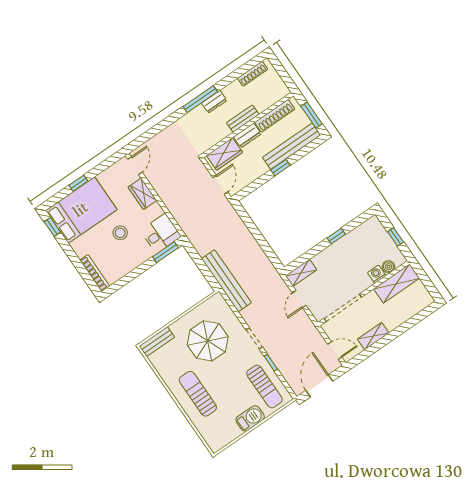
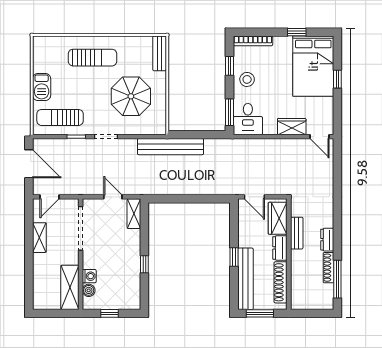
shoe rack: (253, 74) -> (328, 268), moved
window: (200, 99) -> (337, 279), moved
bench: (243, 119) -> (297, 233), moved
window: (52, 227) -> (297, 32), moved
stool: (120, 233) -> (247, 79), moved
window: (128, 278) -> (229, 66), added

